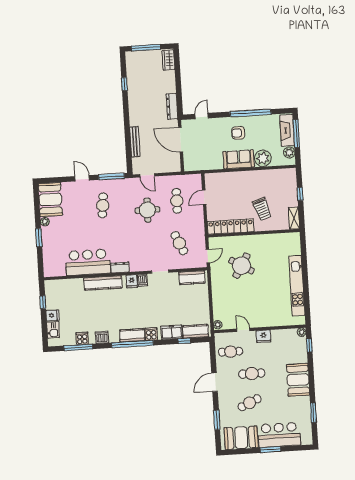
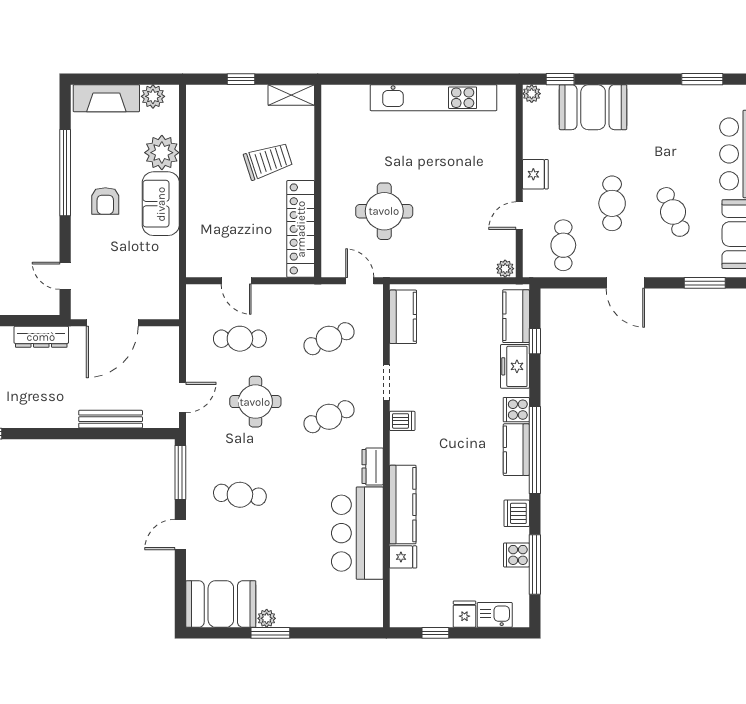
window: (296, 134) -> (114, 79), removed
window: (39, 238) -> (270, 633), moved
cafe table: (142, 245) -> (329, 417), added
round table: (241, 266) -> (384, 211), turned -31
fridge: (132, 281) -> (403, 557), moved
booth: (298, 380) -> (593, 107), moved

